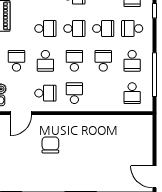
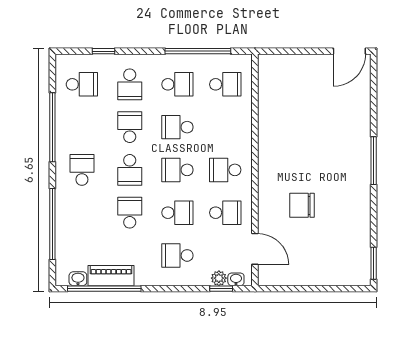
school desk: (74, 28) -> (130, 170), turned 180
school desk: (45, 93) -> (225, 213), turned 90

